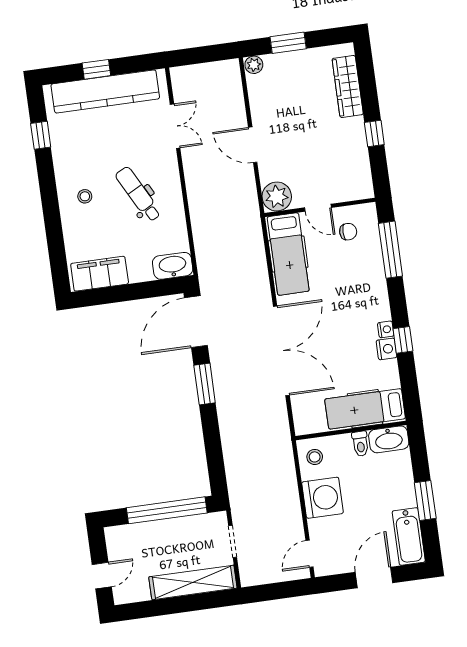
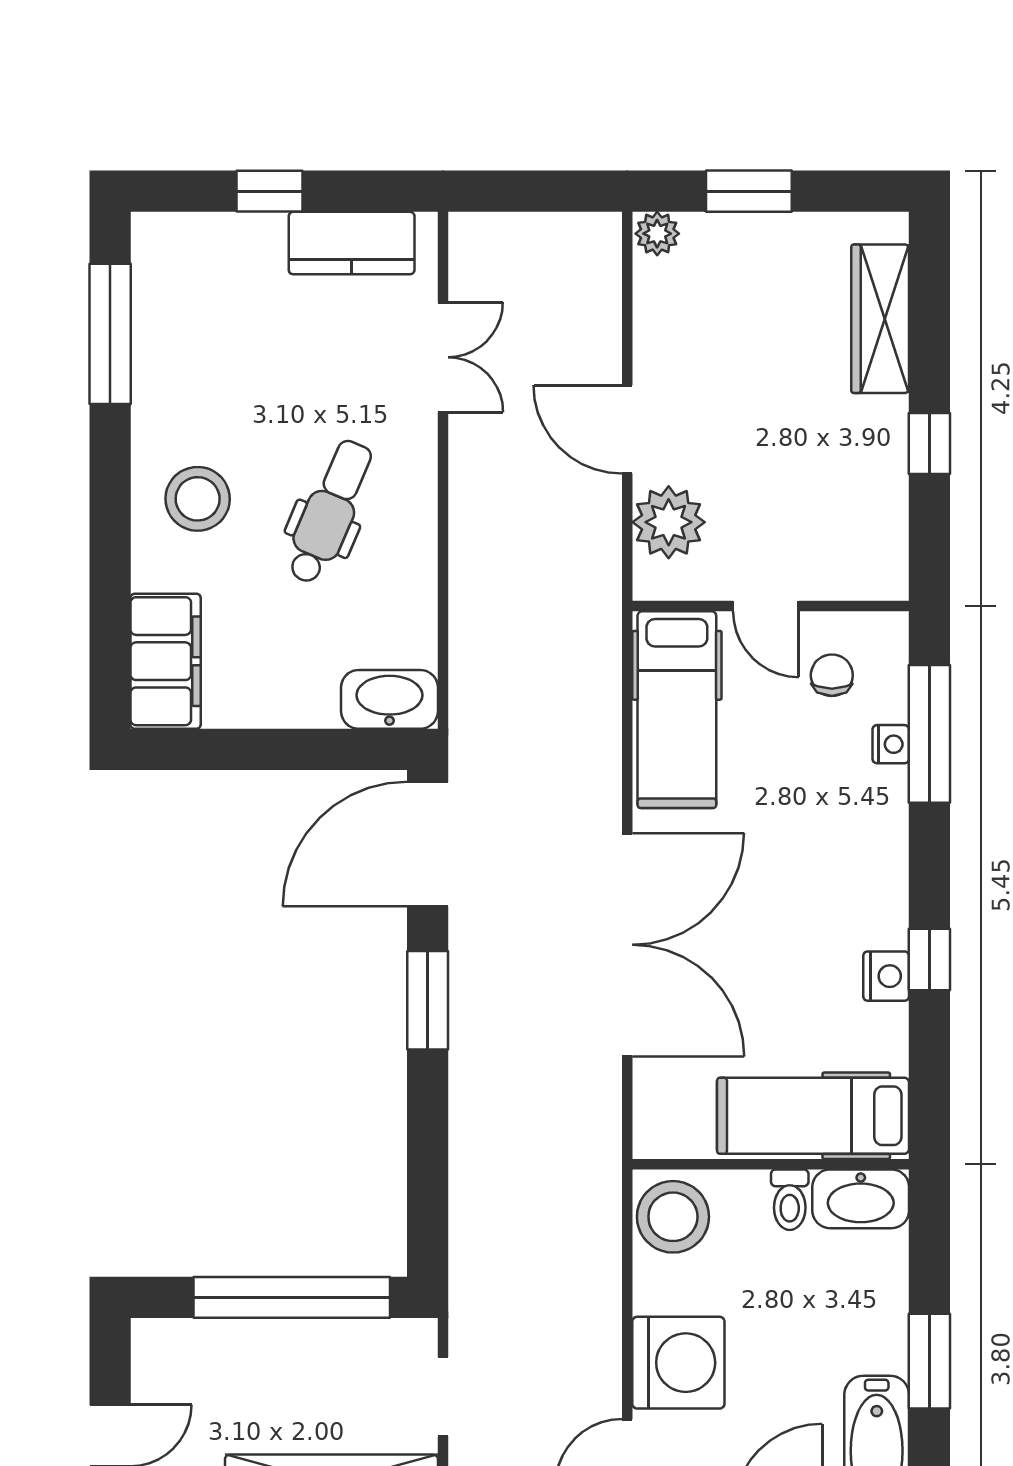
kitchen counter: (105, 91) -> (352, 243), width x0.48, depth x0.86
window: (41, 135) -> (110, 334), width x2.17
dental chair: (138, 194) -> (330, 512), turned 51
stool: (85, 196) -> (198, 499), width x1.89, depth x1.89
plant: (277, 197) -> (669, 522), moved
chair: (348, 232) -> (832, 675), turned -90
filing cabinet: (100, 274) -> (166, 661), moved, turned 90
nightstand: (386, 329) -> (891, 744), moved
stool: (315, 457) -> (673, 1217), width x1.89, depth x1.89
washing machine: (323, 498) -> (678, 1363), moved

